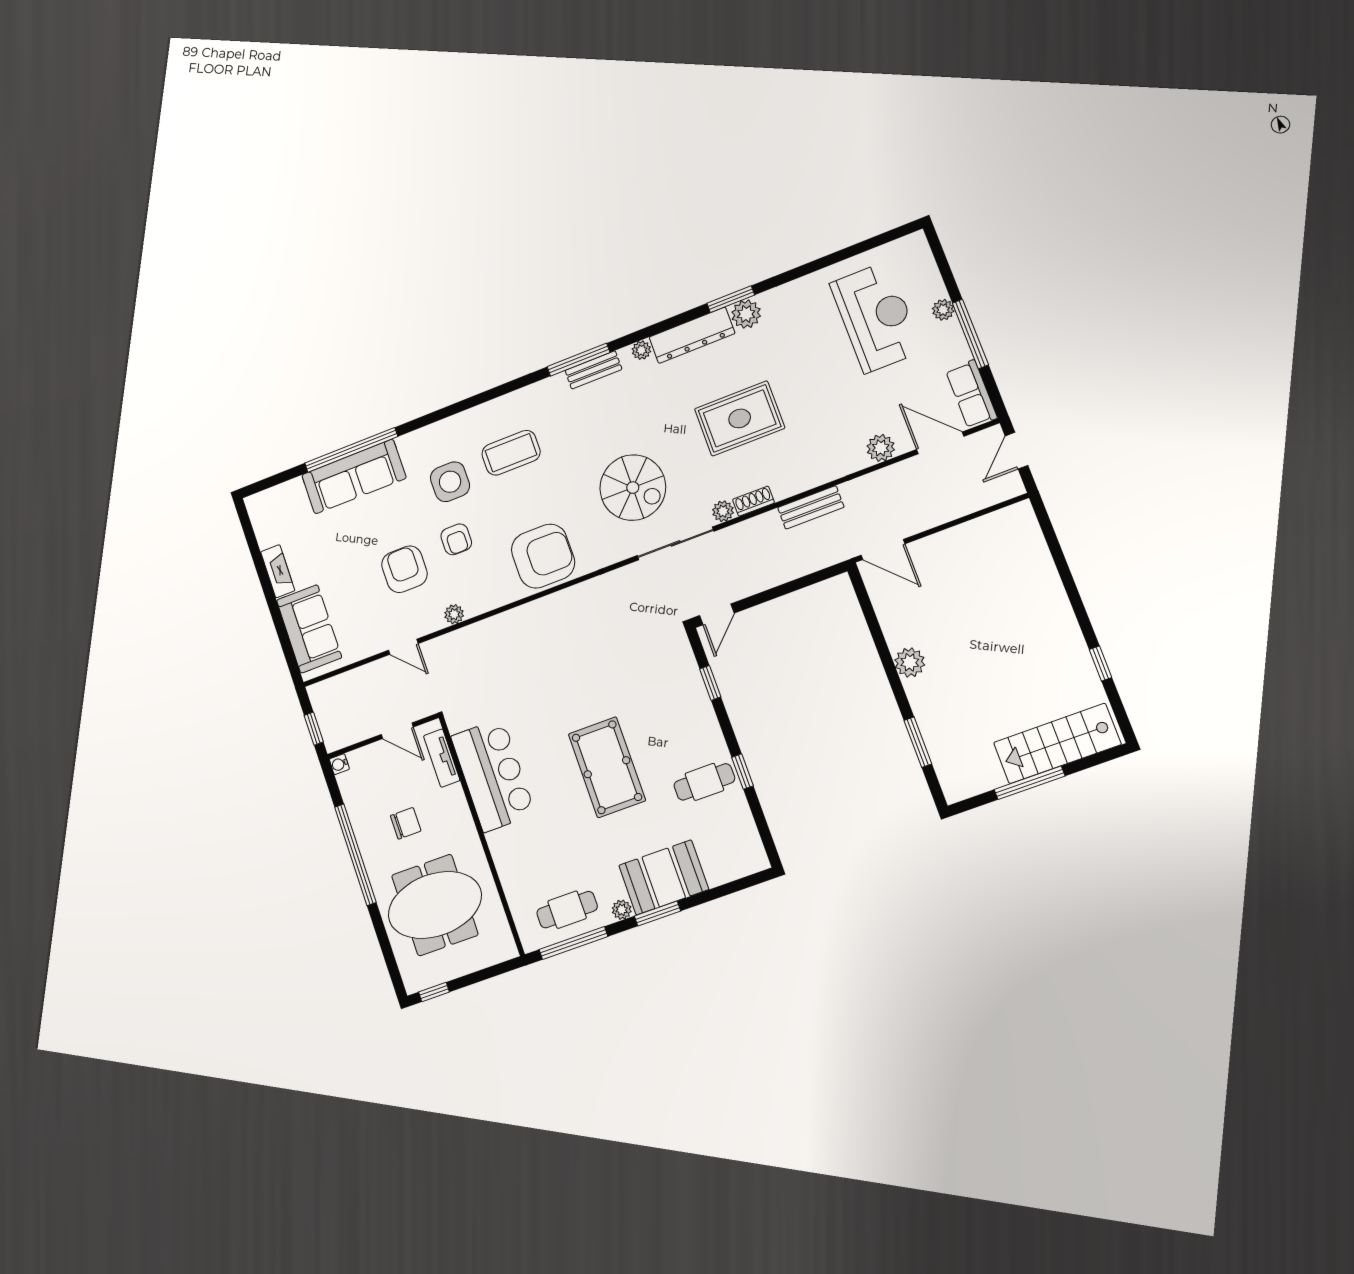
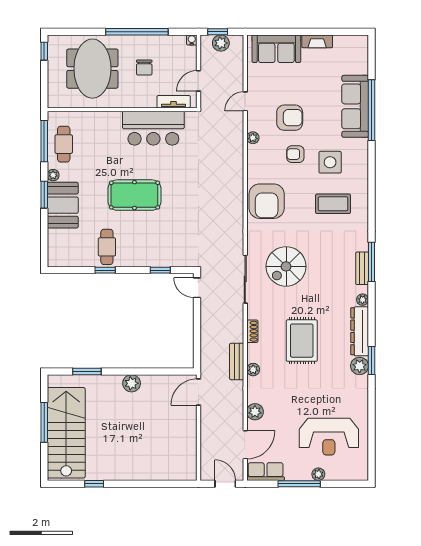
coffee table: (511, 453) -> (333, 204), turned 90
plant: (723, 511) -> (253, 370), moved
plant: (329, 717) -> (221, 43), added
stairs: (1057, 743) -> (66, 433), width x1.36, depth x1.51

